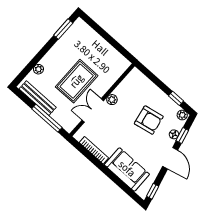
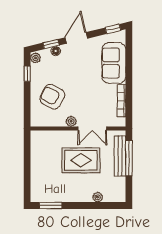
bench: (38, 98) -> (120, 156), moved
armchair: (149, 120) -> (52, 97), moved, turned -51

